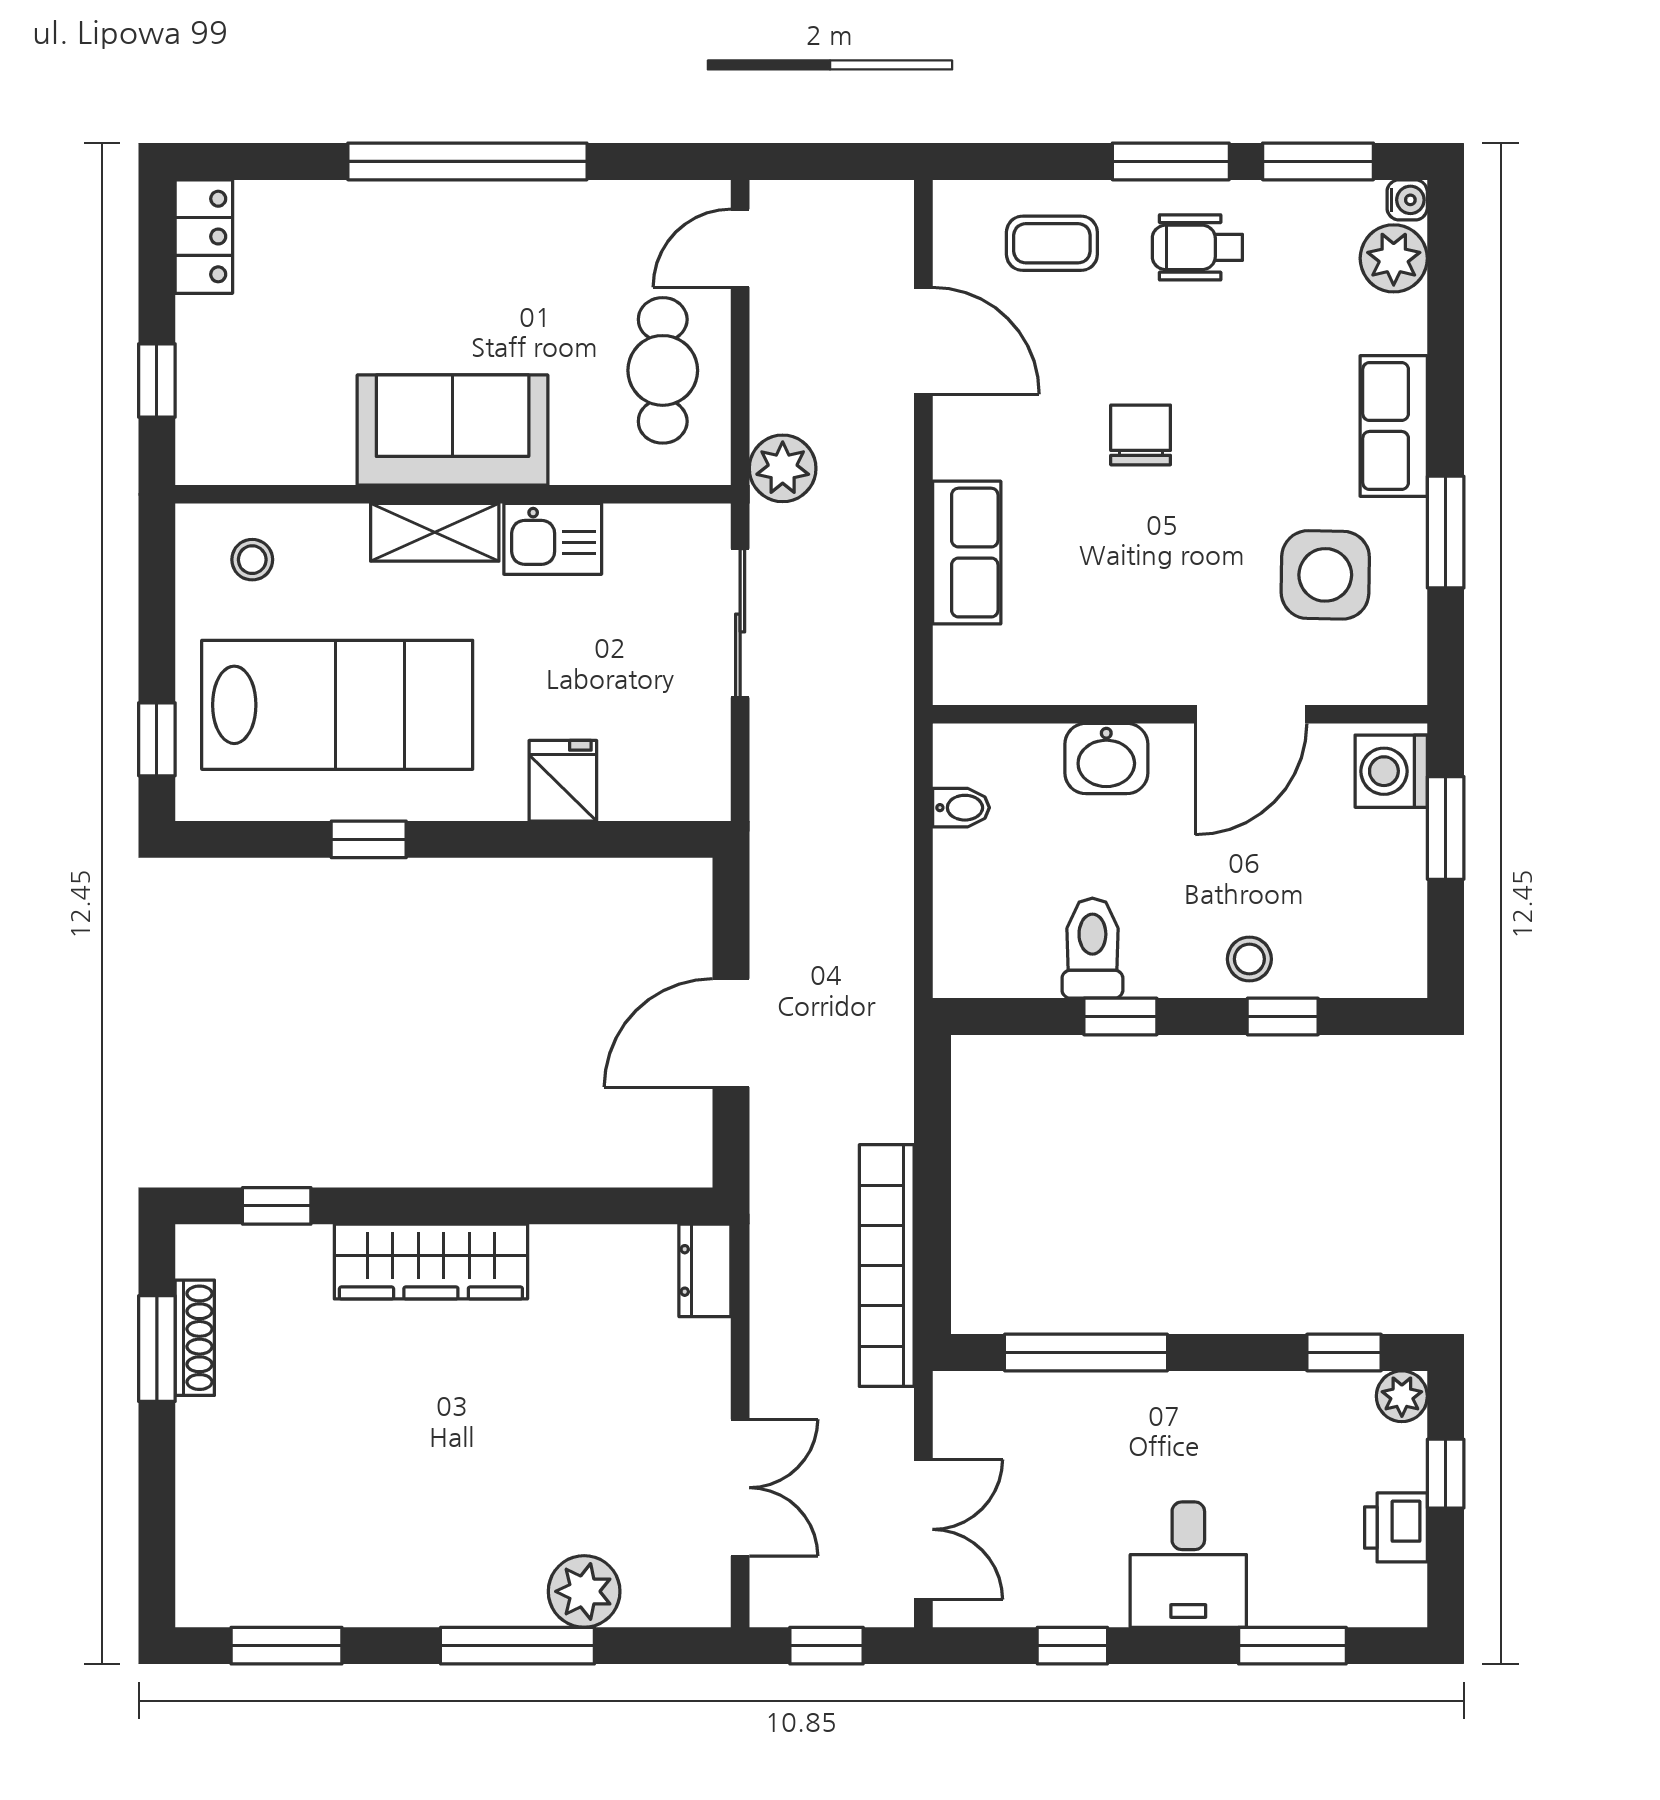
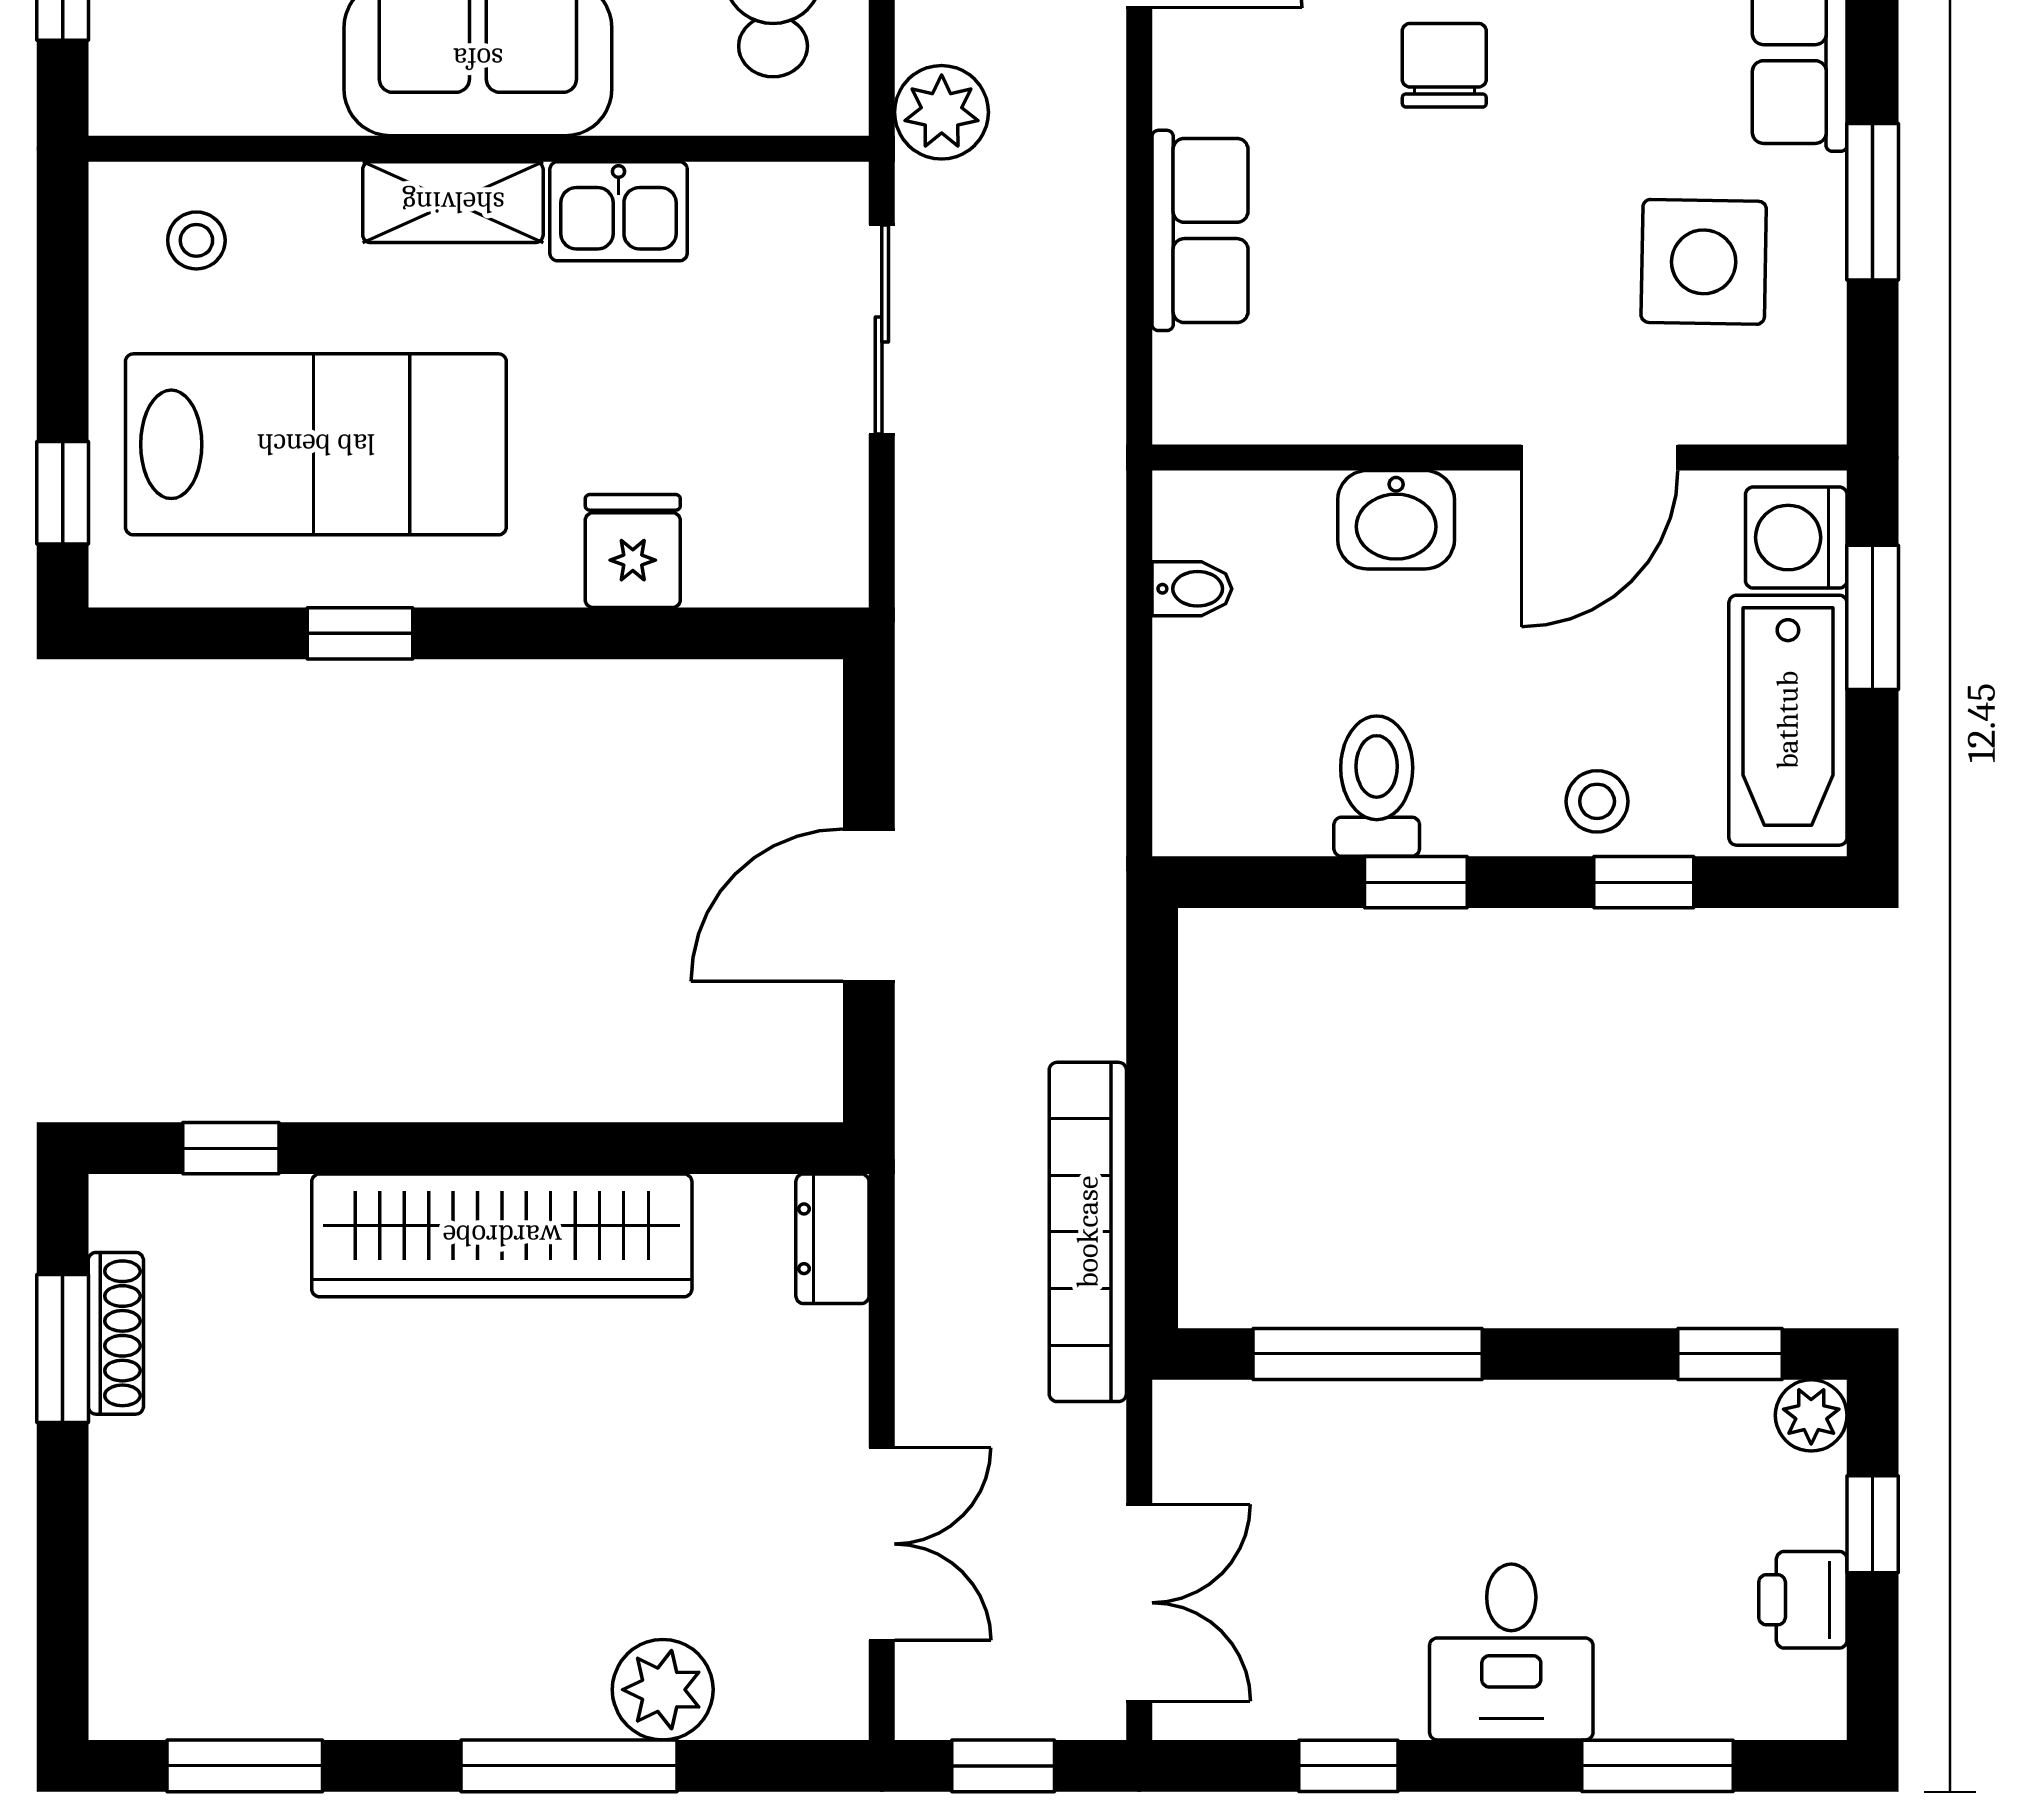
bathtub: (1385, 901) -> (1788, 720), added
wardrobe: (431, 1262) -> (502, 1235), width x1.40, depth x1.17

